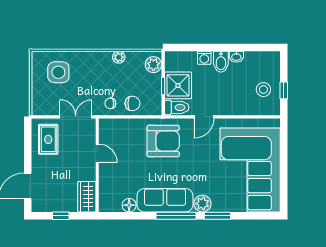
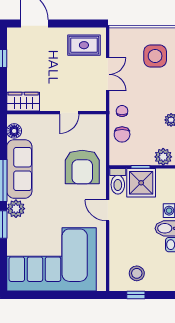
door: (97, 153) -> (69, 113), moved
wall: (97, 165) -> (56, 113), moved
wardrobe: (87, 197) -> (23, 102), moved

